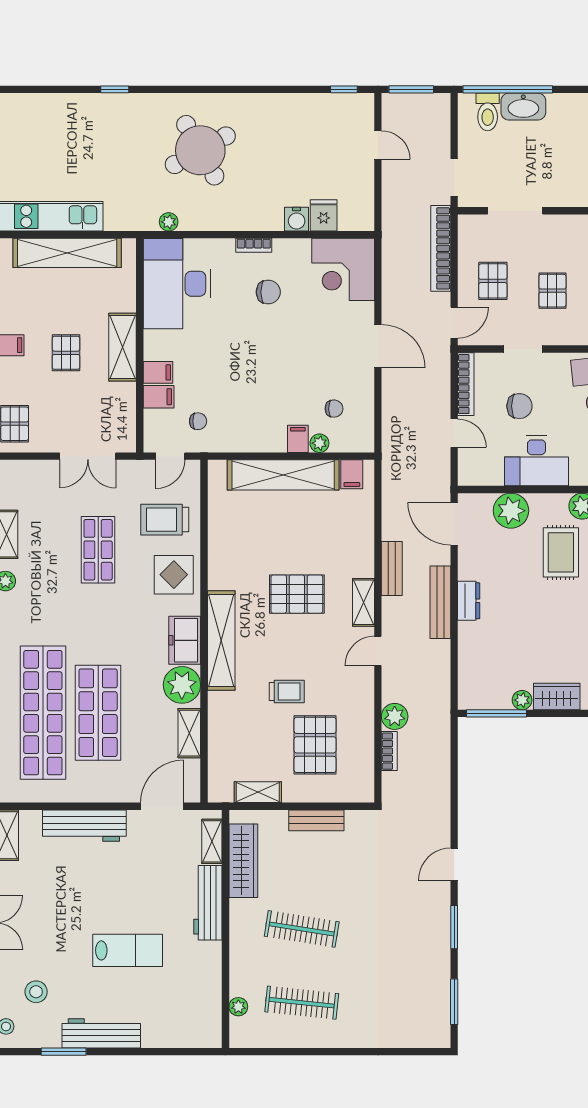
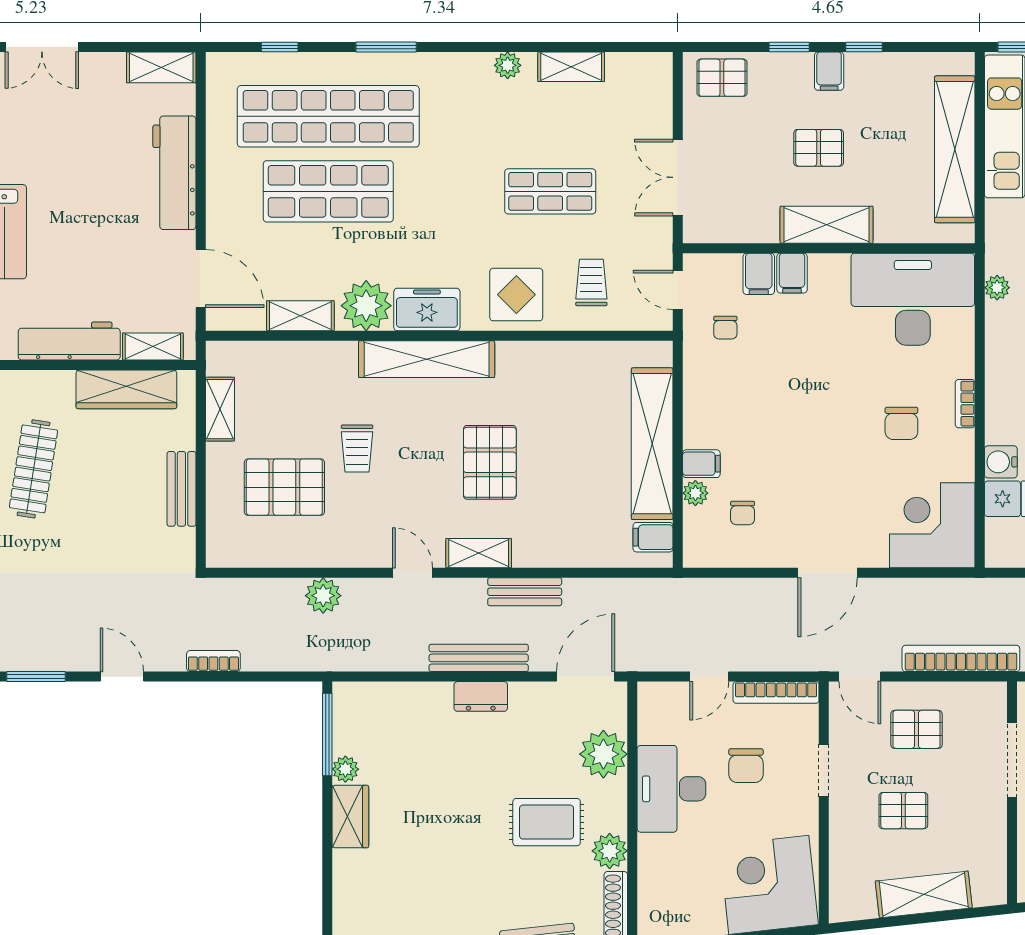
trolley: (165, 520) -> (591, 282), width x0.73, depth x0.72
bookcase: (389, 751) -> (213, 661), moved, turned 180

